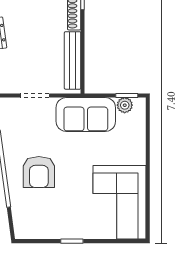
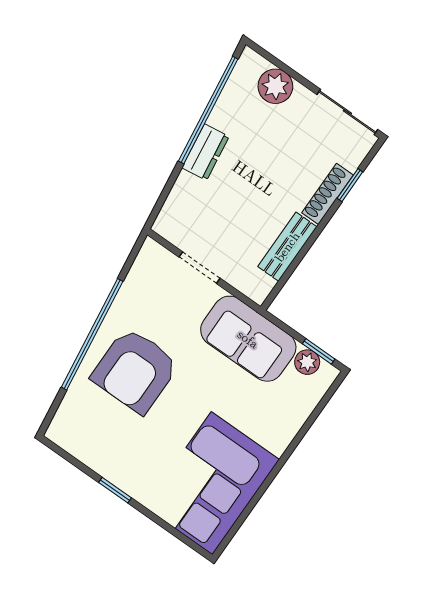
bench: (73, 60) -> (287, 247), width x0.73
armchair: (39, 172) -> (135, 371), width x1.36, depth x1.36

